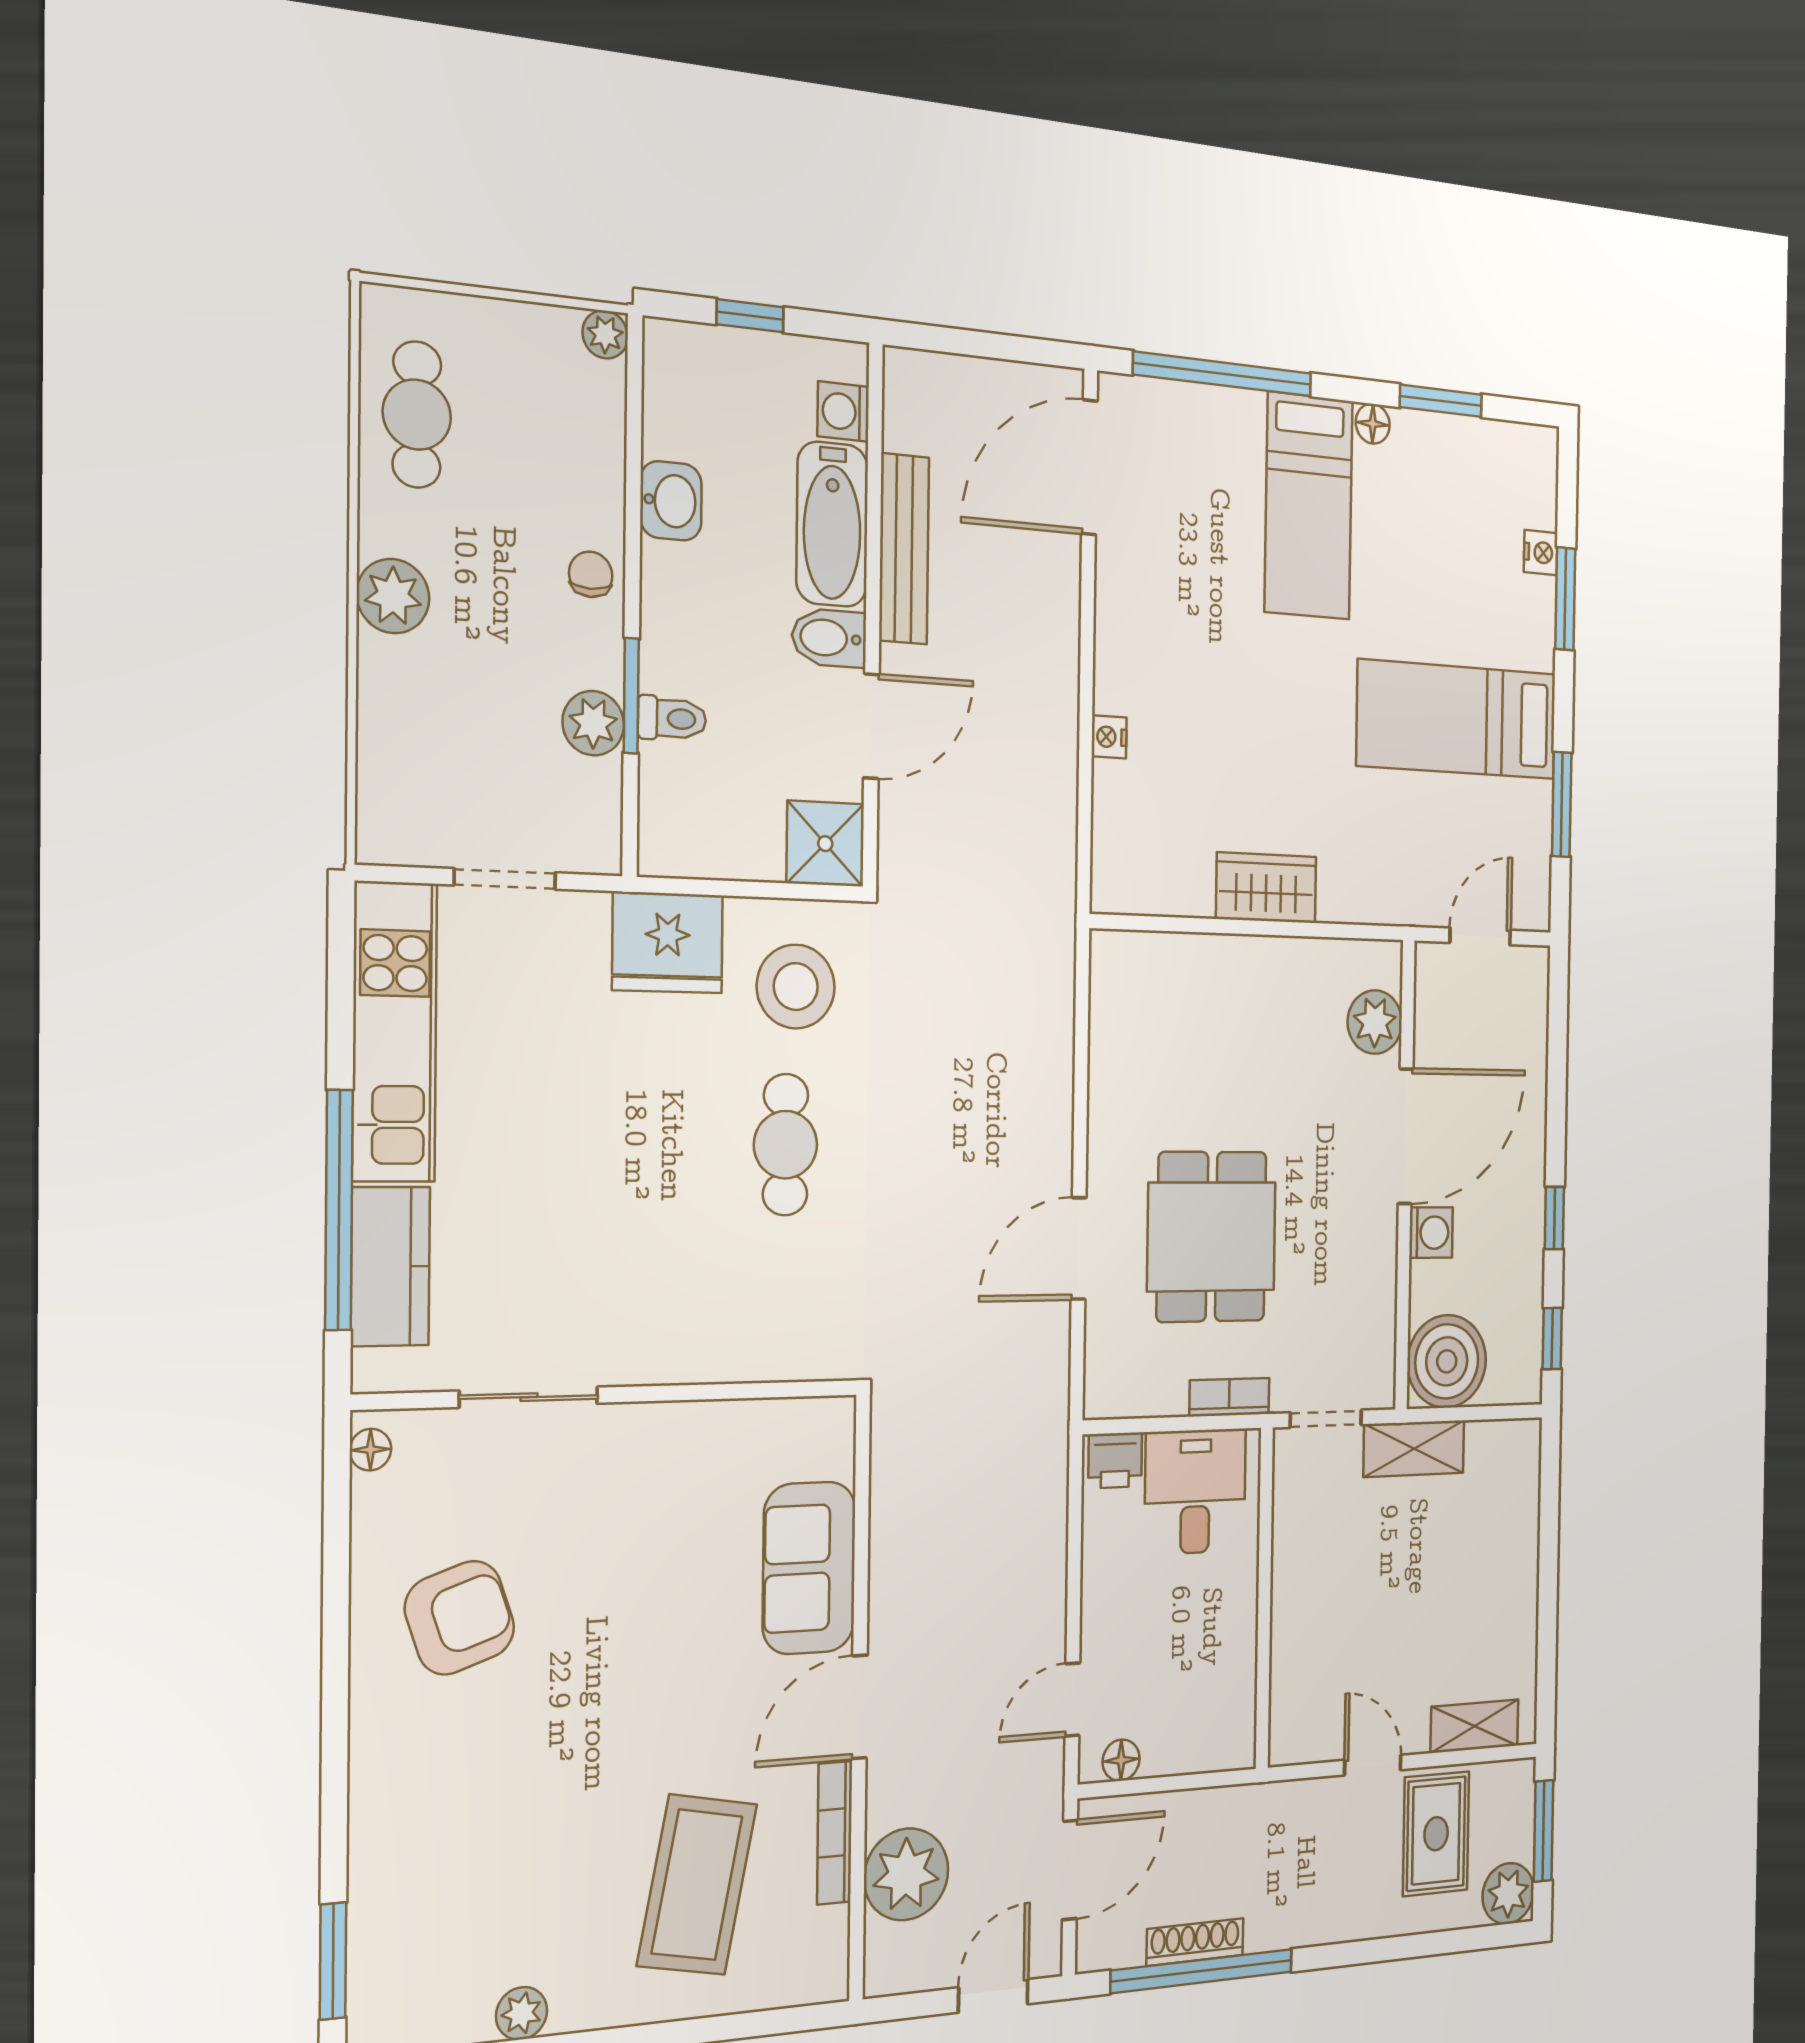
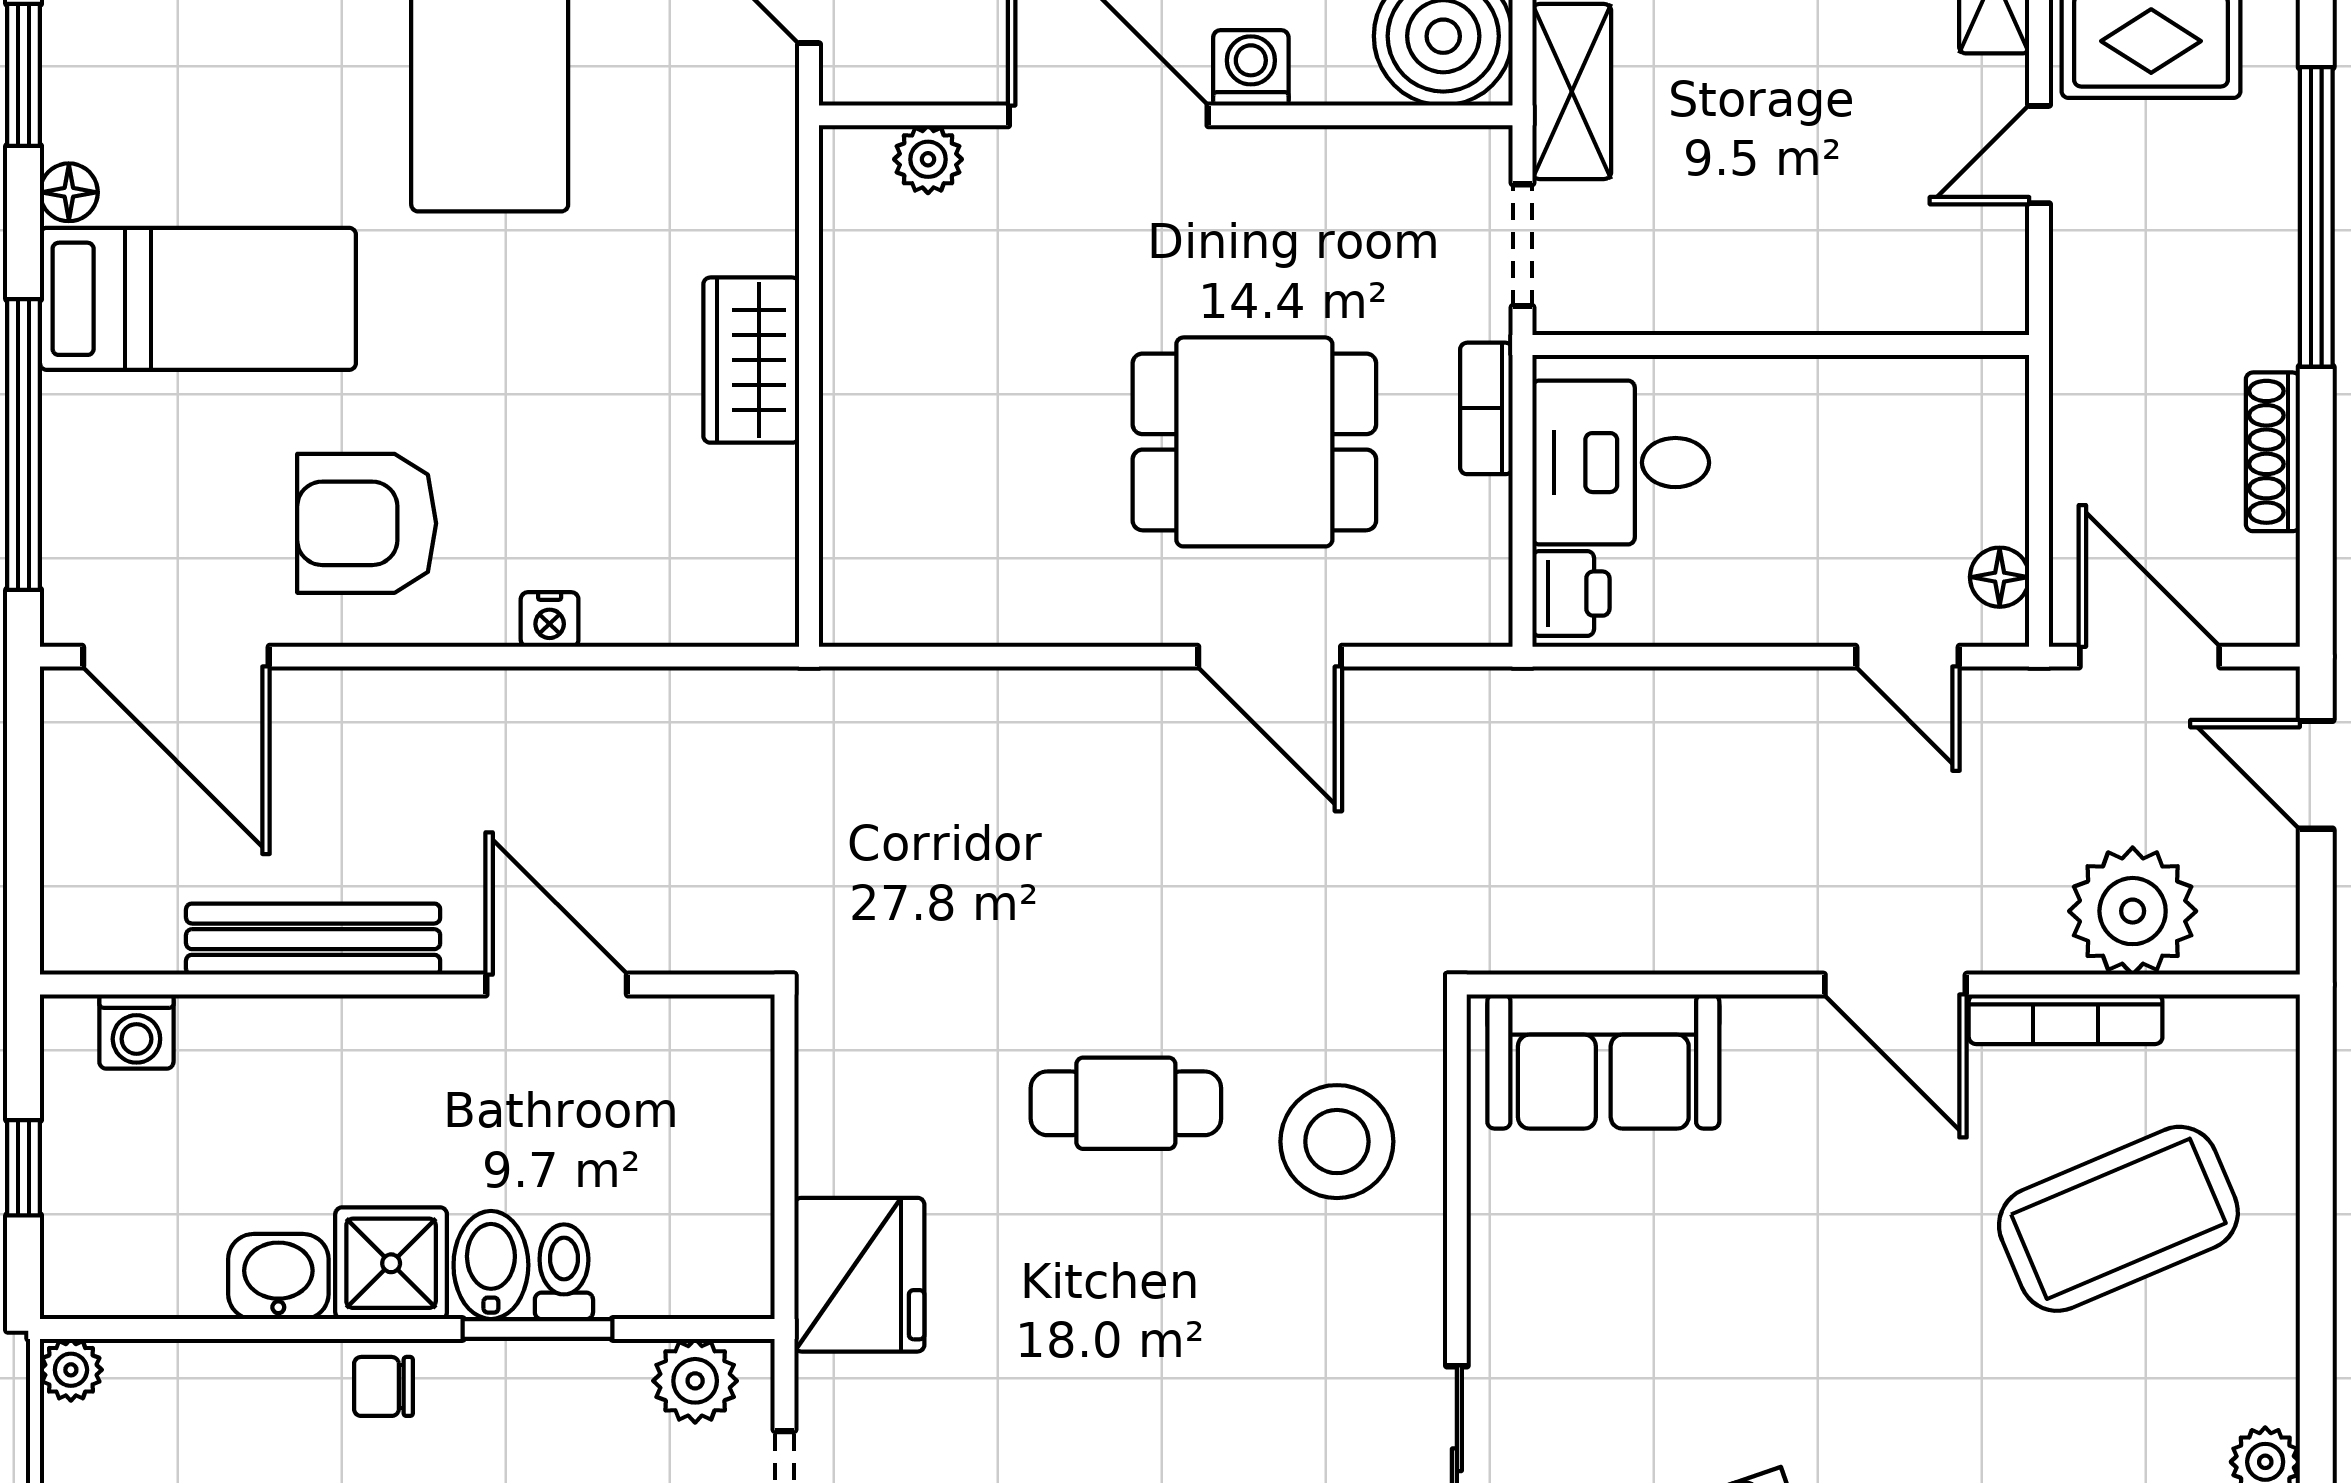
bathtub: (832, 524) -> (289, 1046), removed
armchair: (1171, 611) -> (367, 523), added
bidet: (829, 638) -> (491, 1265), moved, turned 180
plant: (593, 723) -> (695, 1381), moved
shower: (825, 844) -> (391, 1263), moved
stool: (796, 987) -> (1337, 1142), moved
plant: (1375, 1022) -> (928, 159), width x0.73, depth x0.73
sofa: (809, 1568) -> (1603, 1062), moved
coffee table: (697, 1885) -> (2118, 1219), turned -34
window: (1202, 1971) -> (2316, 217), moved

